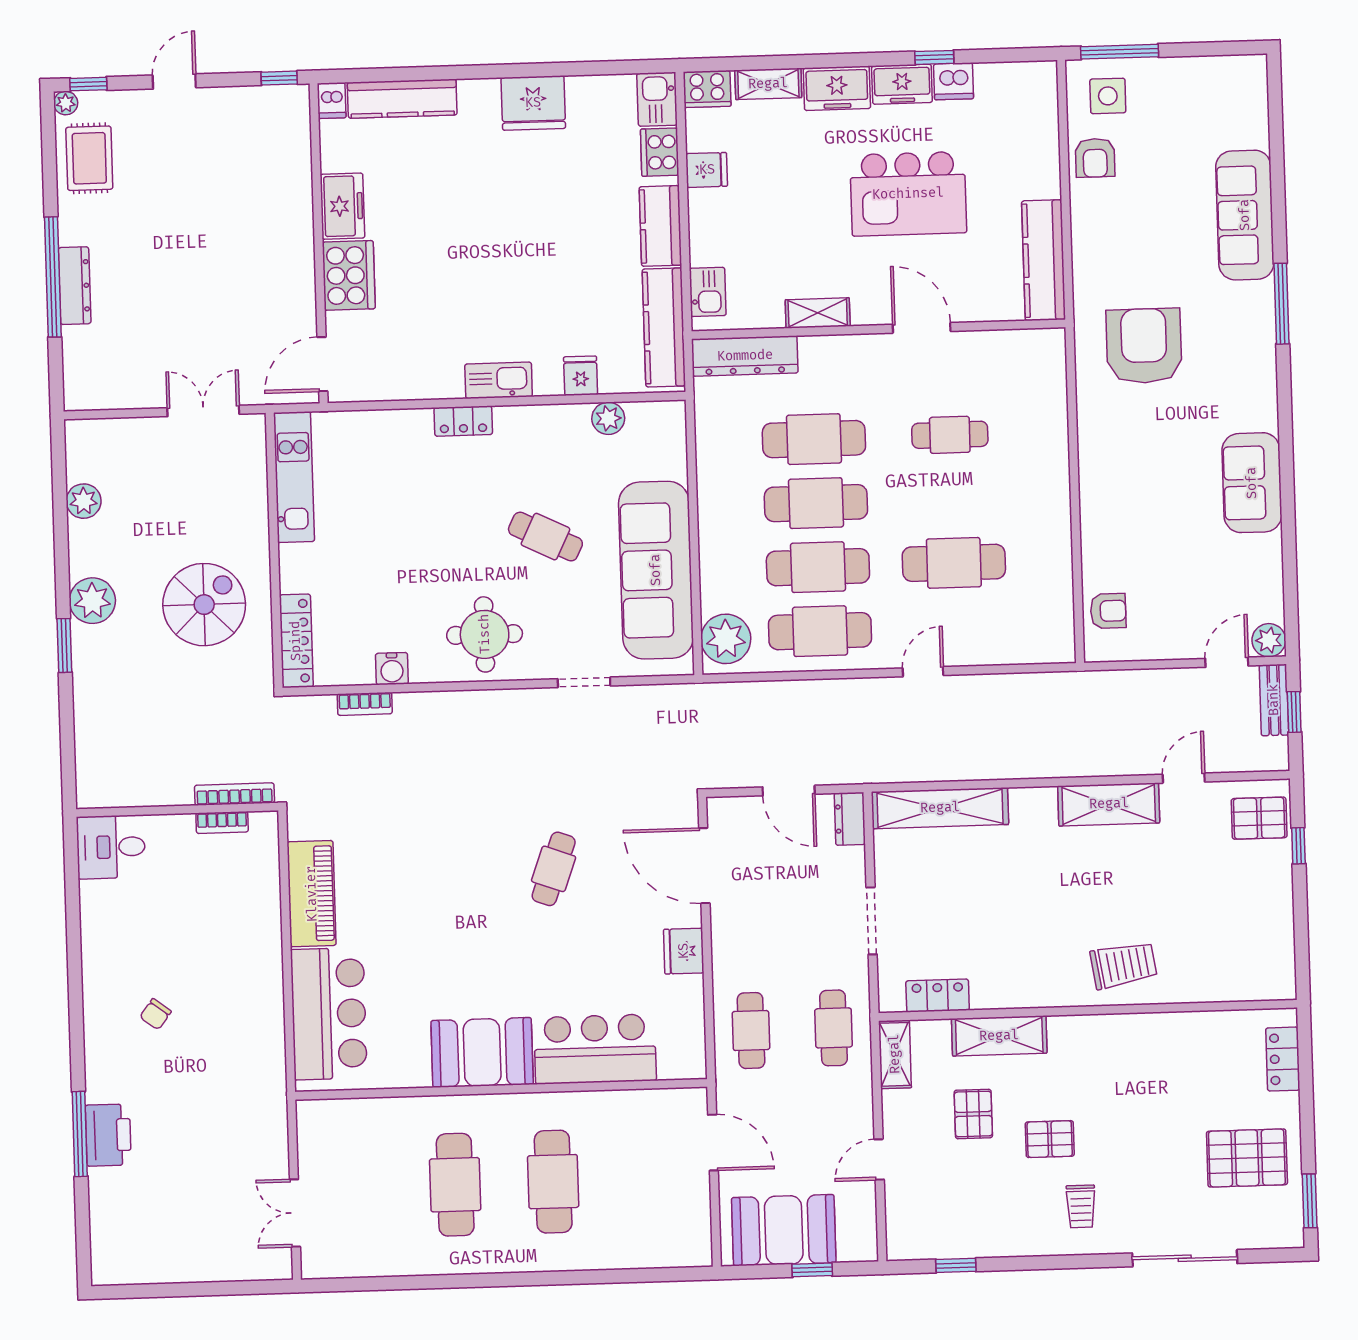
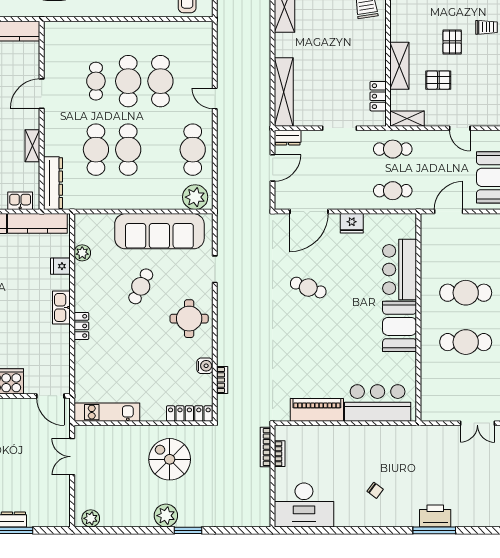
plant: (84, 501) -> (91, 518), moved
cafe table: (818, 567) -> (128, 81), moved
desk: (111, 847) -> (304, 505), width x1.87, depth x1.30

